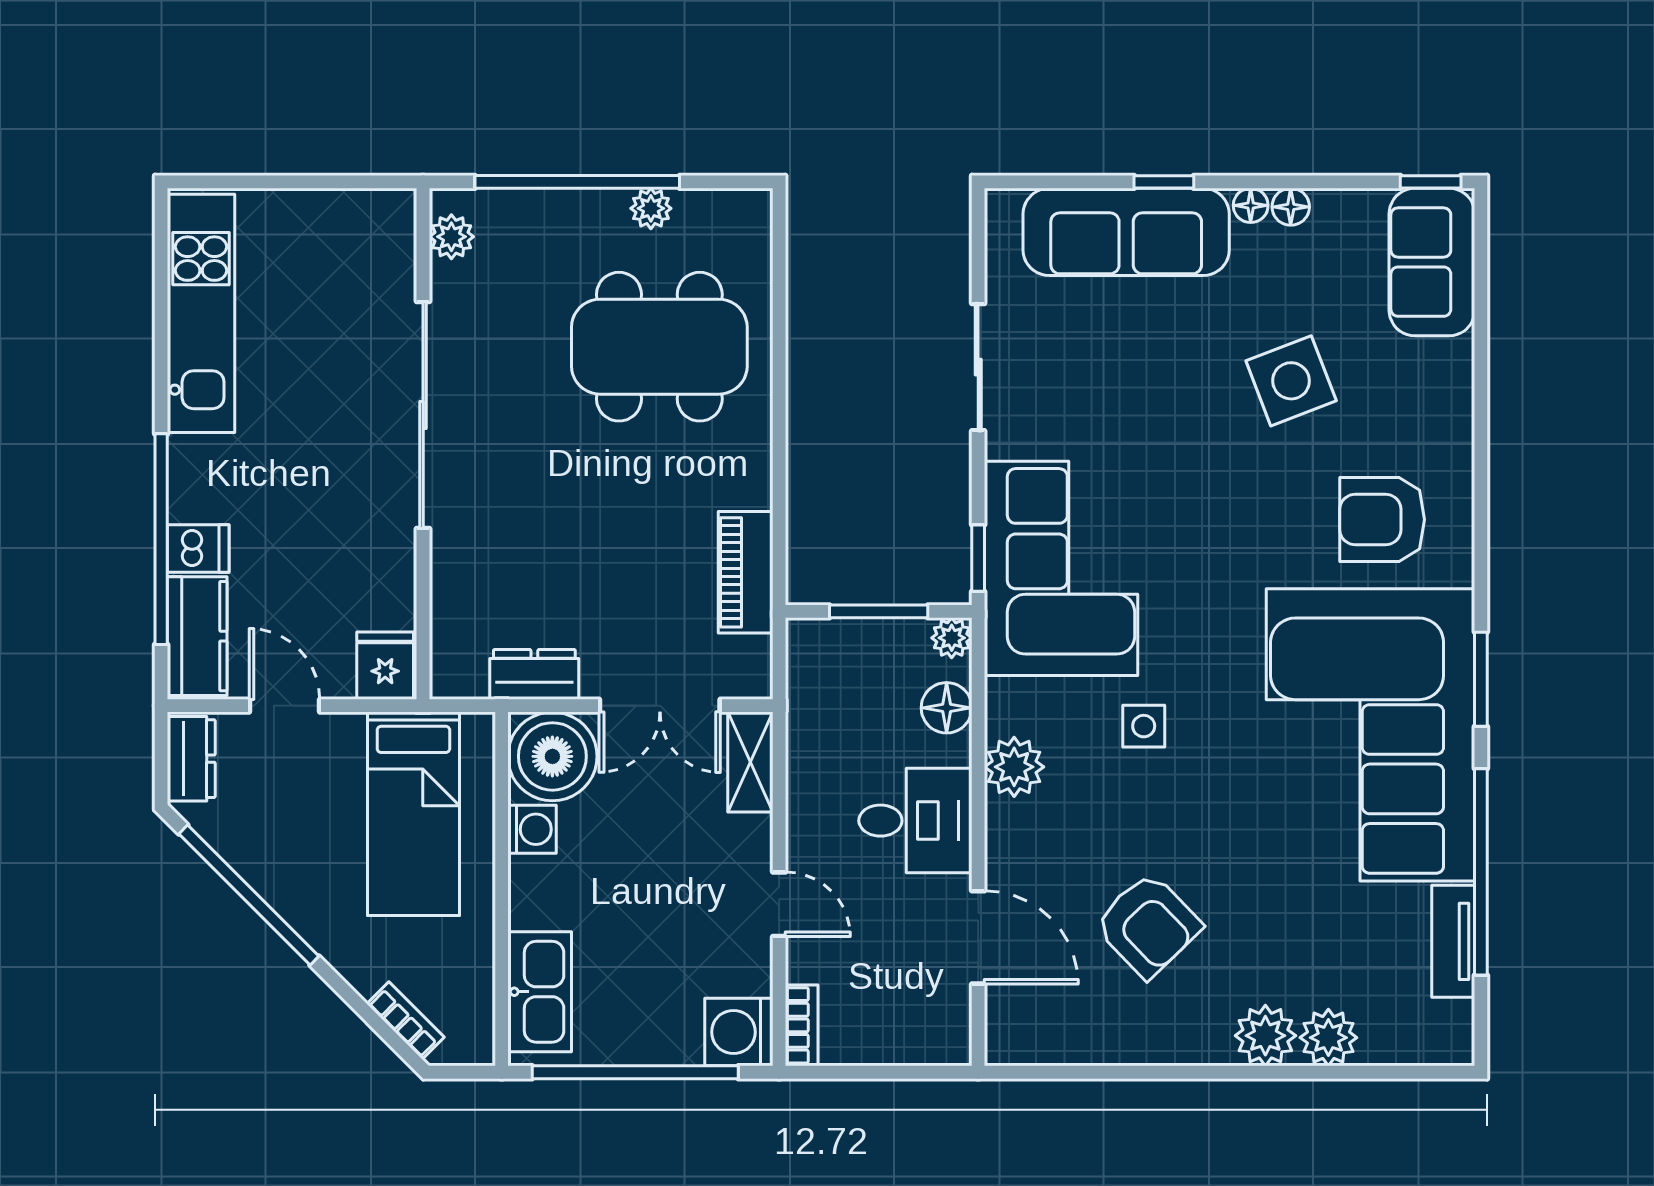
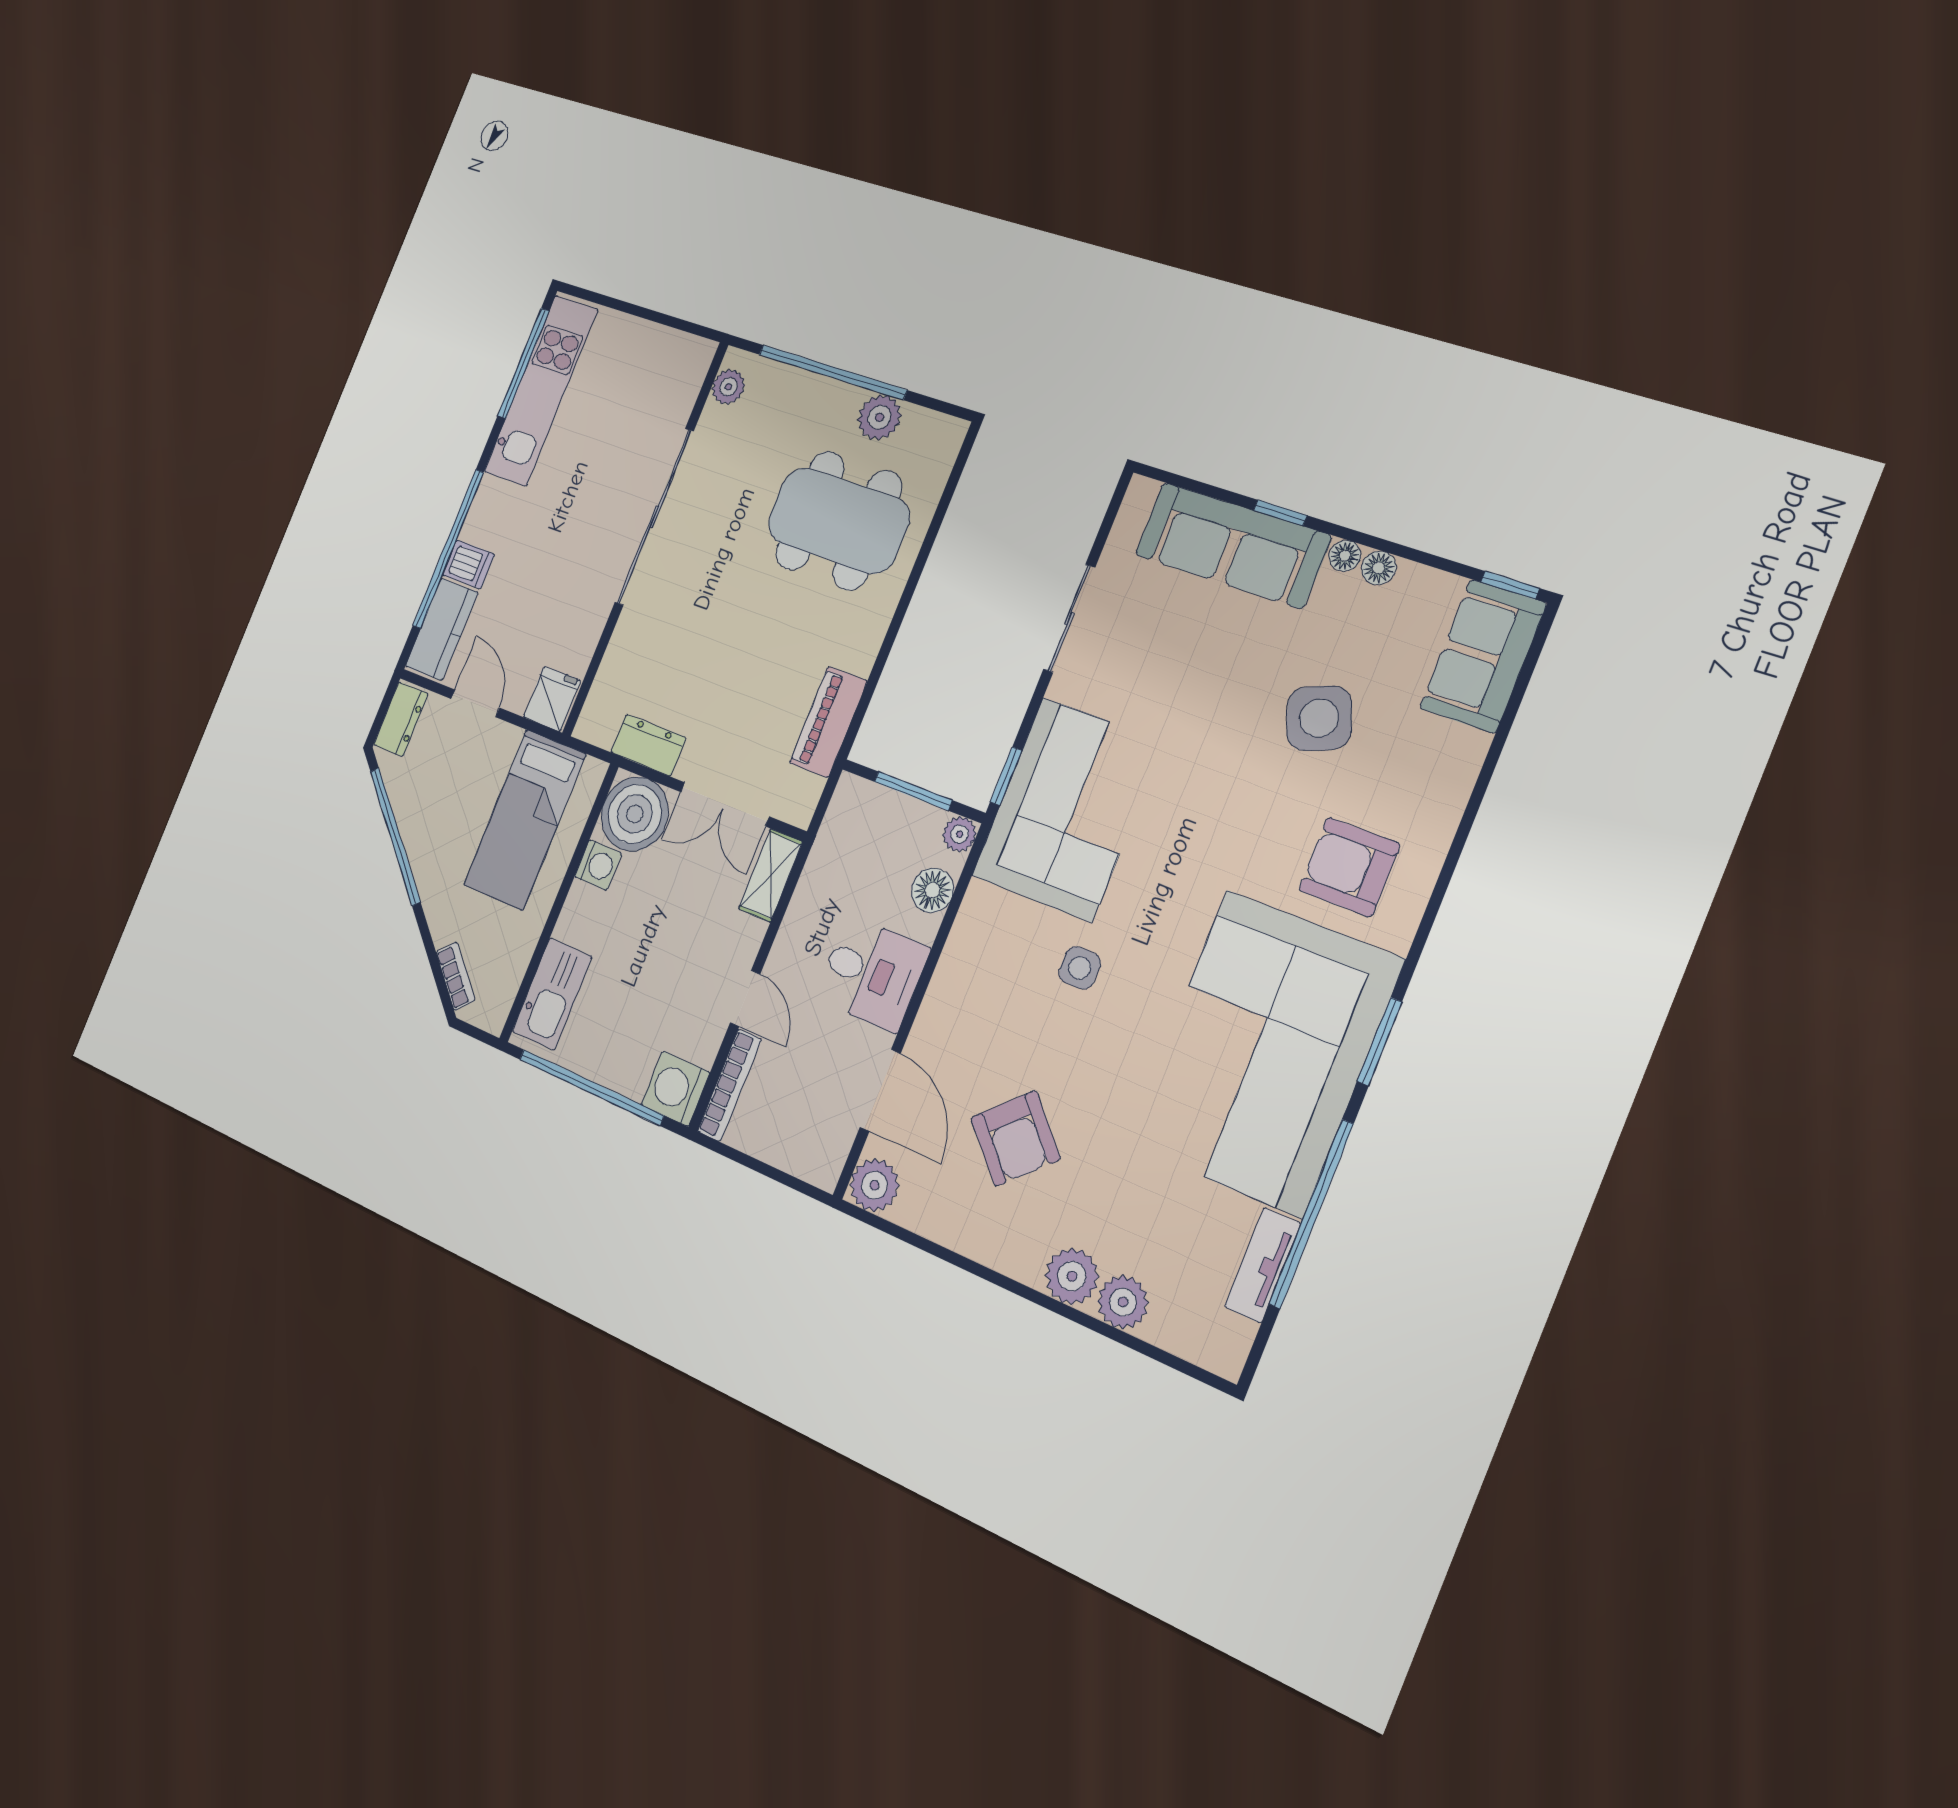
plant: (651, 208) -> (879, 417), width x1.38, depth x1.38
window: (161, 288) -> (523, 363), added
plant: (1014, 767) -> (874, 1185), moved
bookcase: (802, 1025) -> (729, 1085), width x1.56

